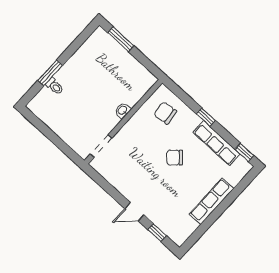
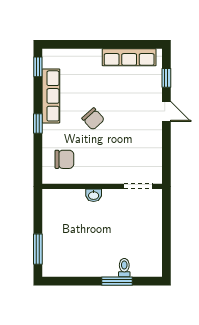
chair: (165, 113) -> (64, 159), turned -83
row of seats: (211, 201) -> (129, 57), moved

